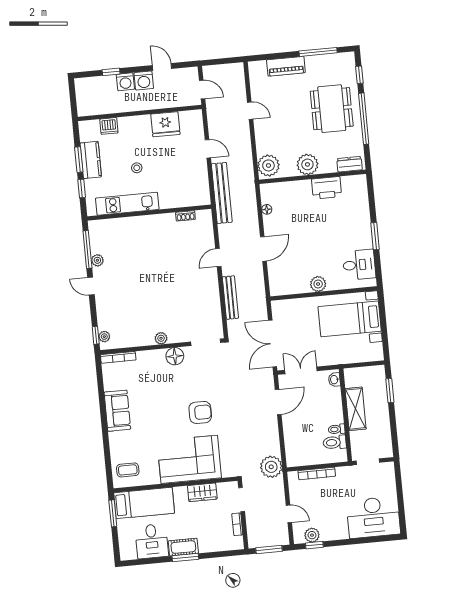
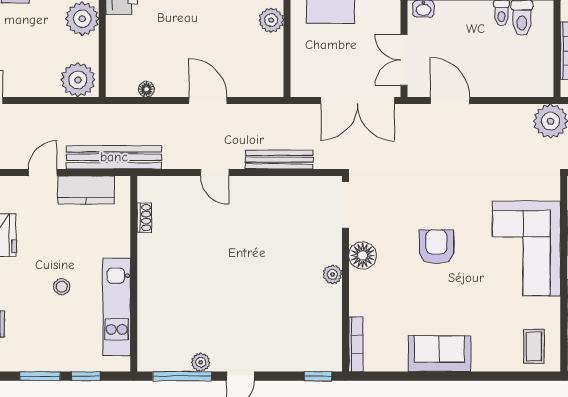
kitchen counter: (91, 160) -> (86, 190), moved, turned 180
plant: (104, 337) -> (321, 363), removed
armchair: (200, 412) -> (436, 247), moved

